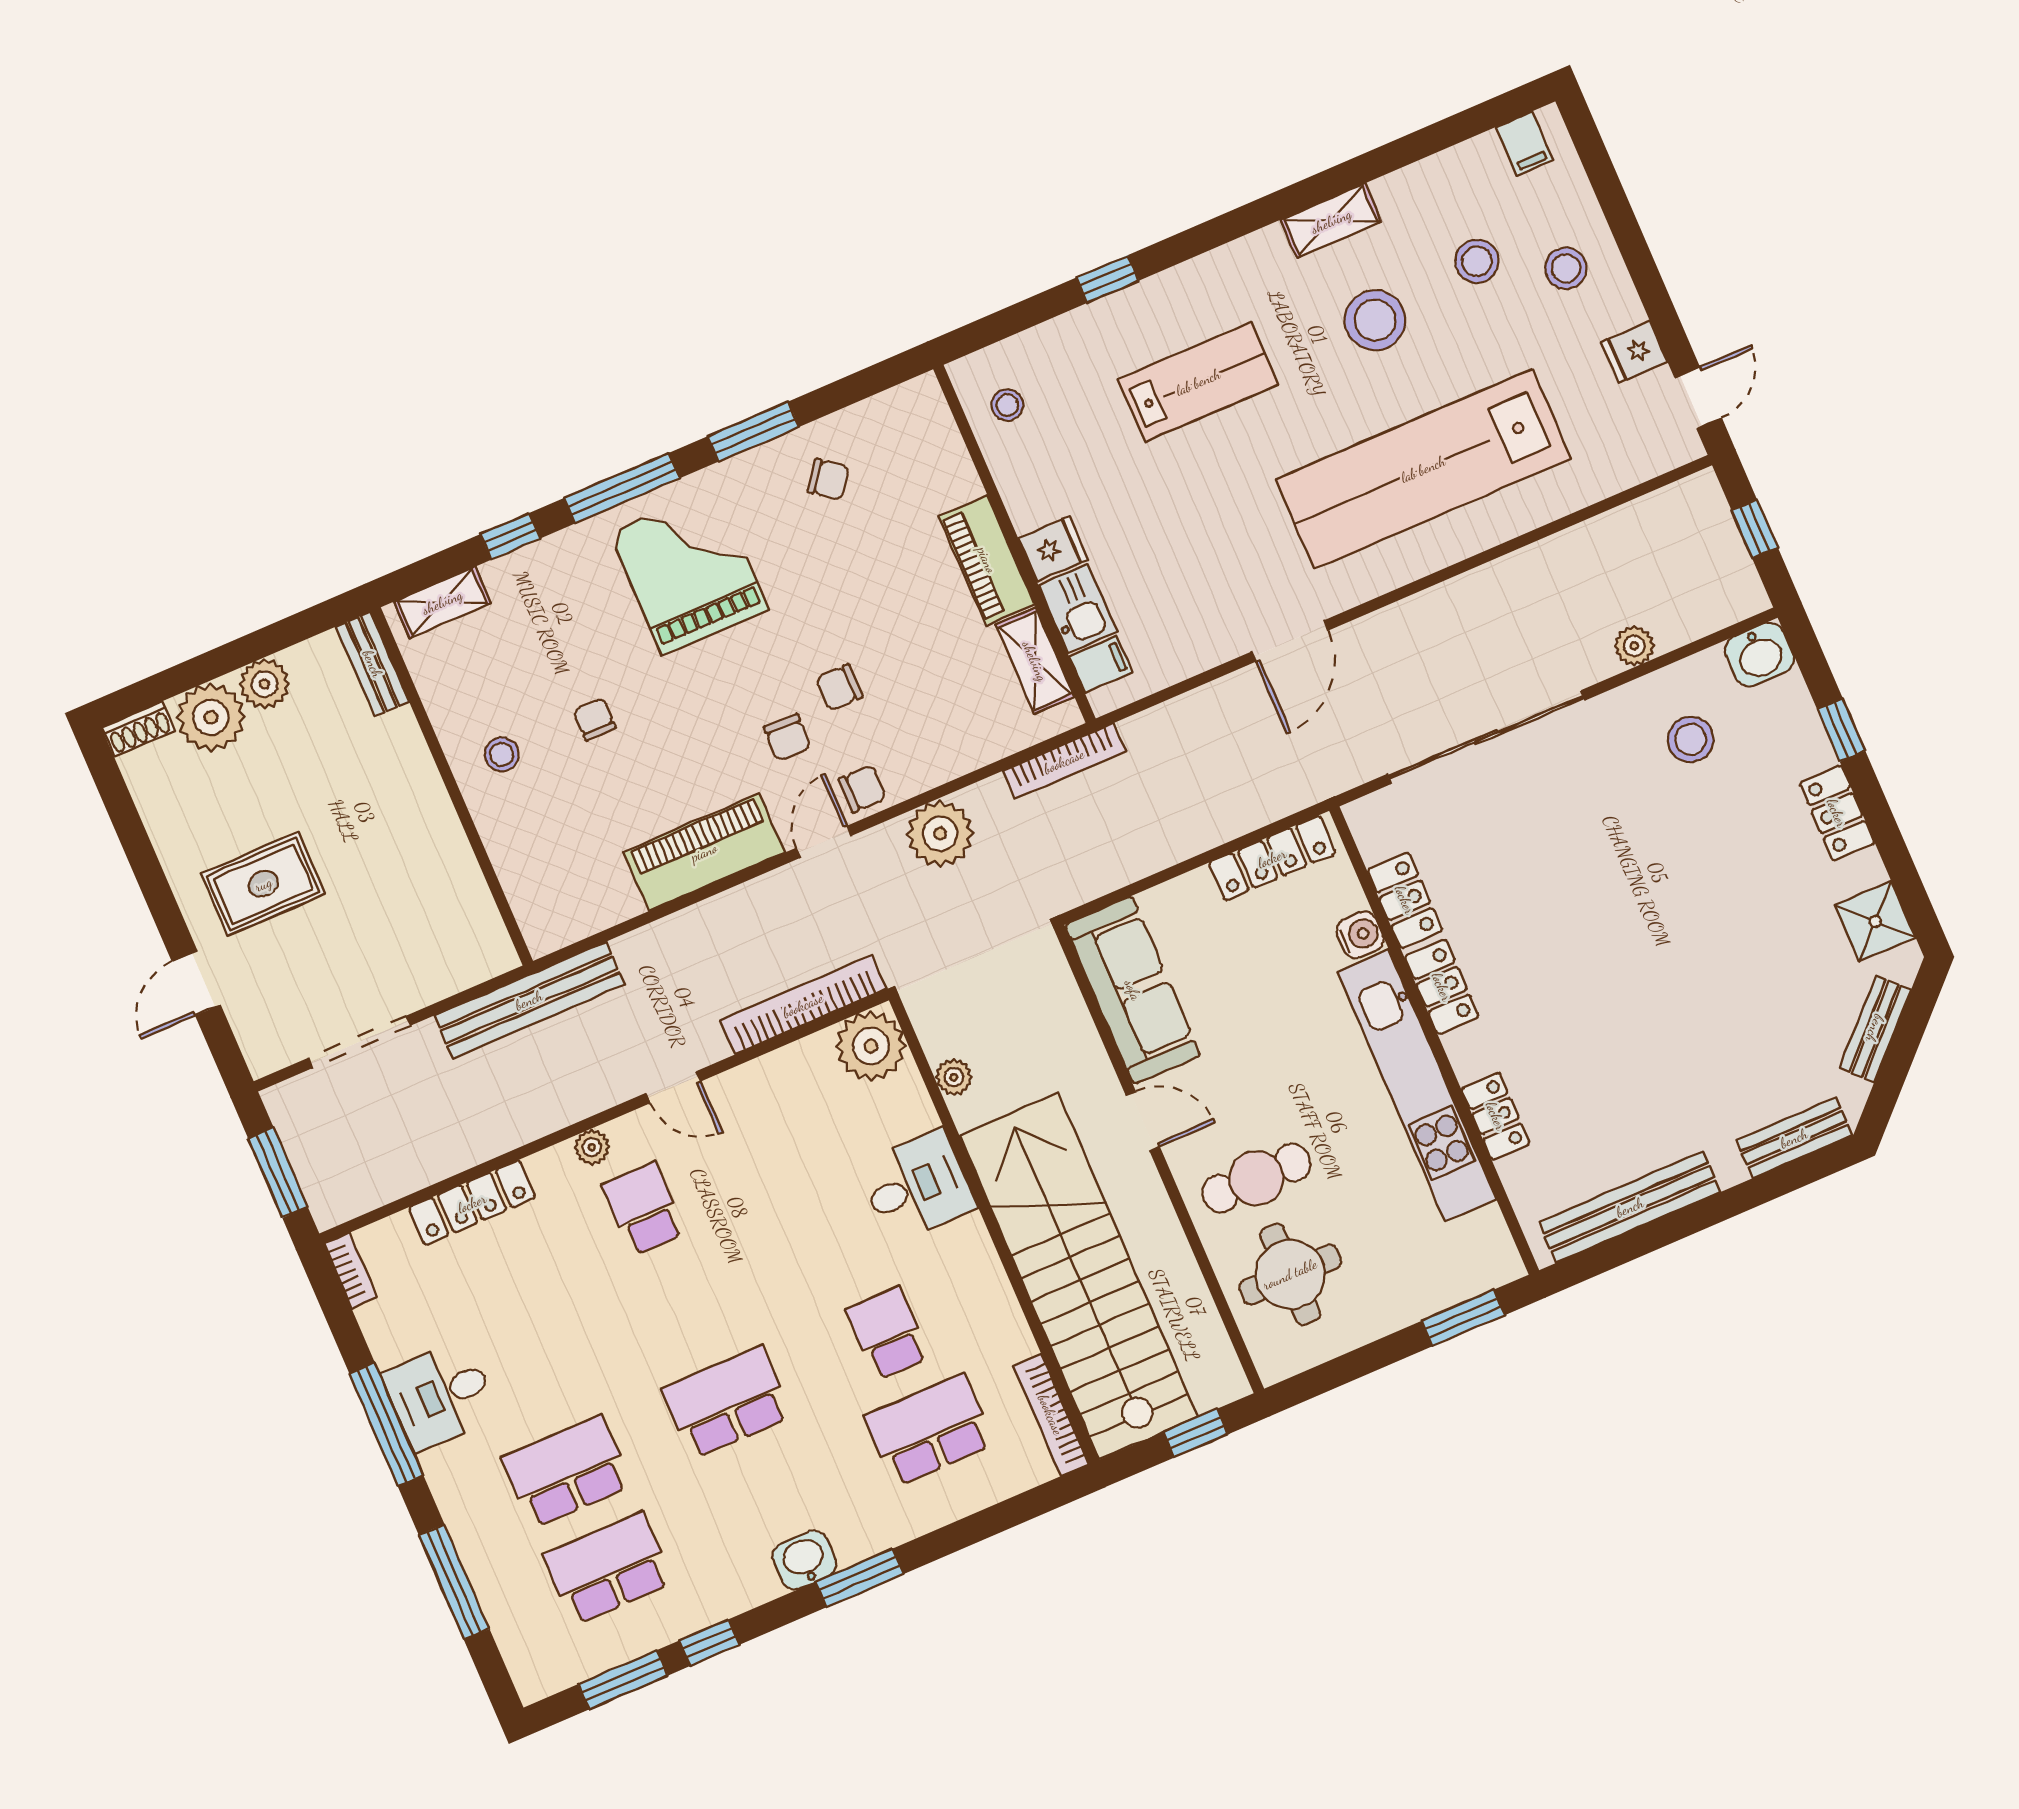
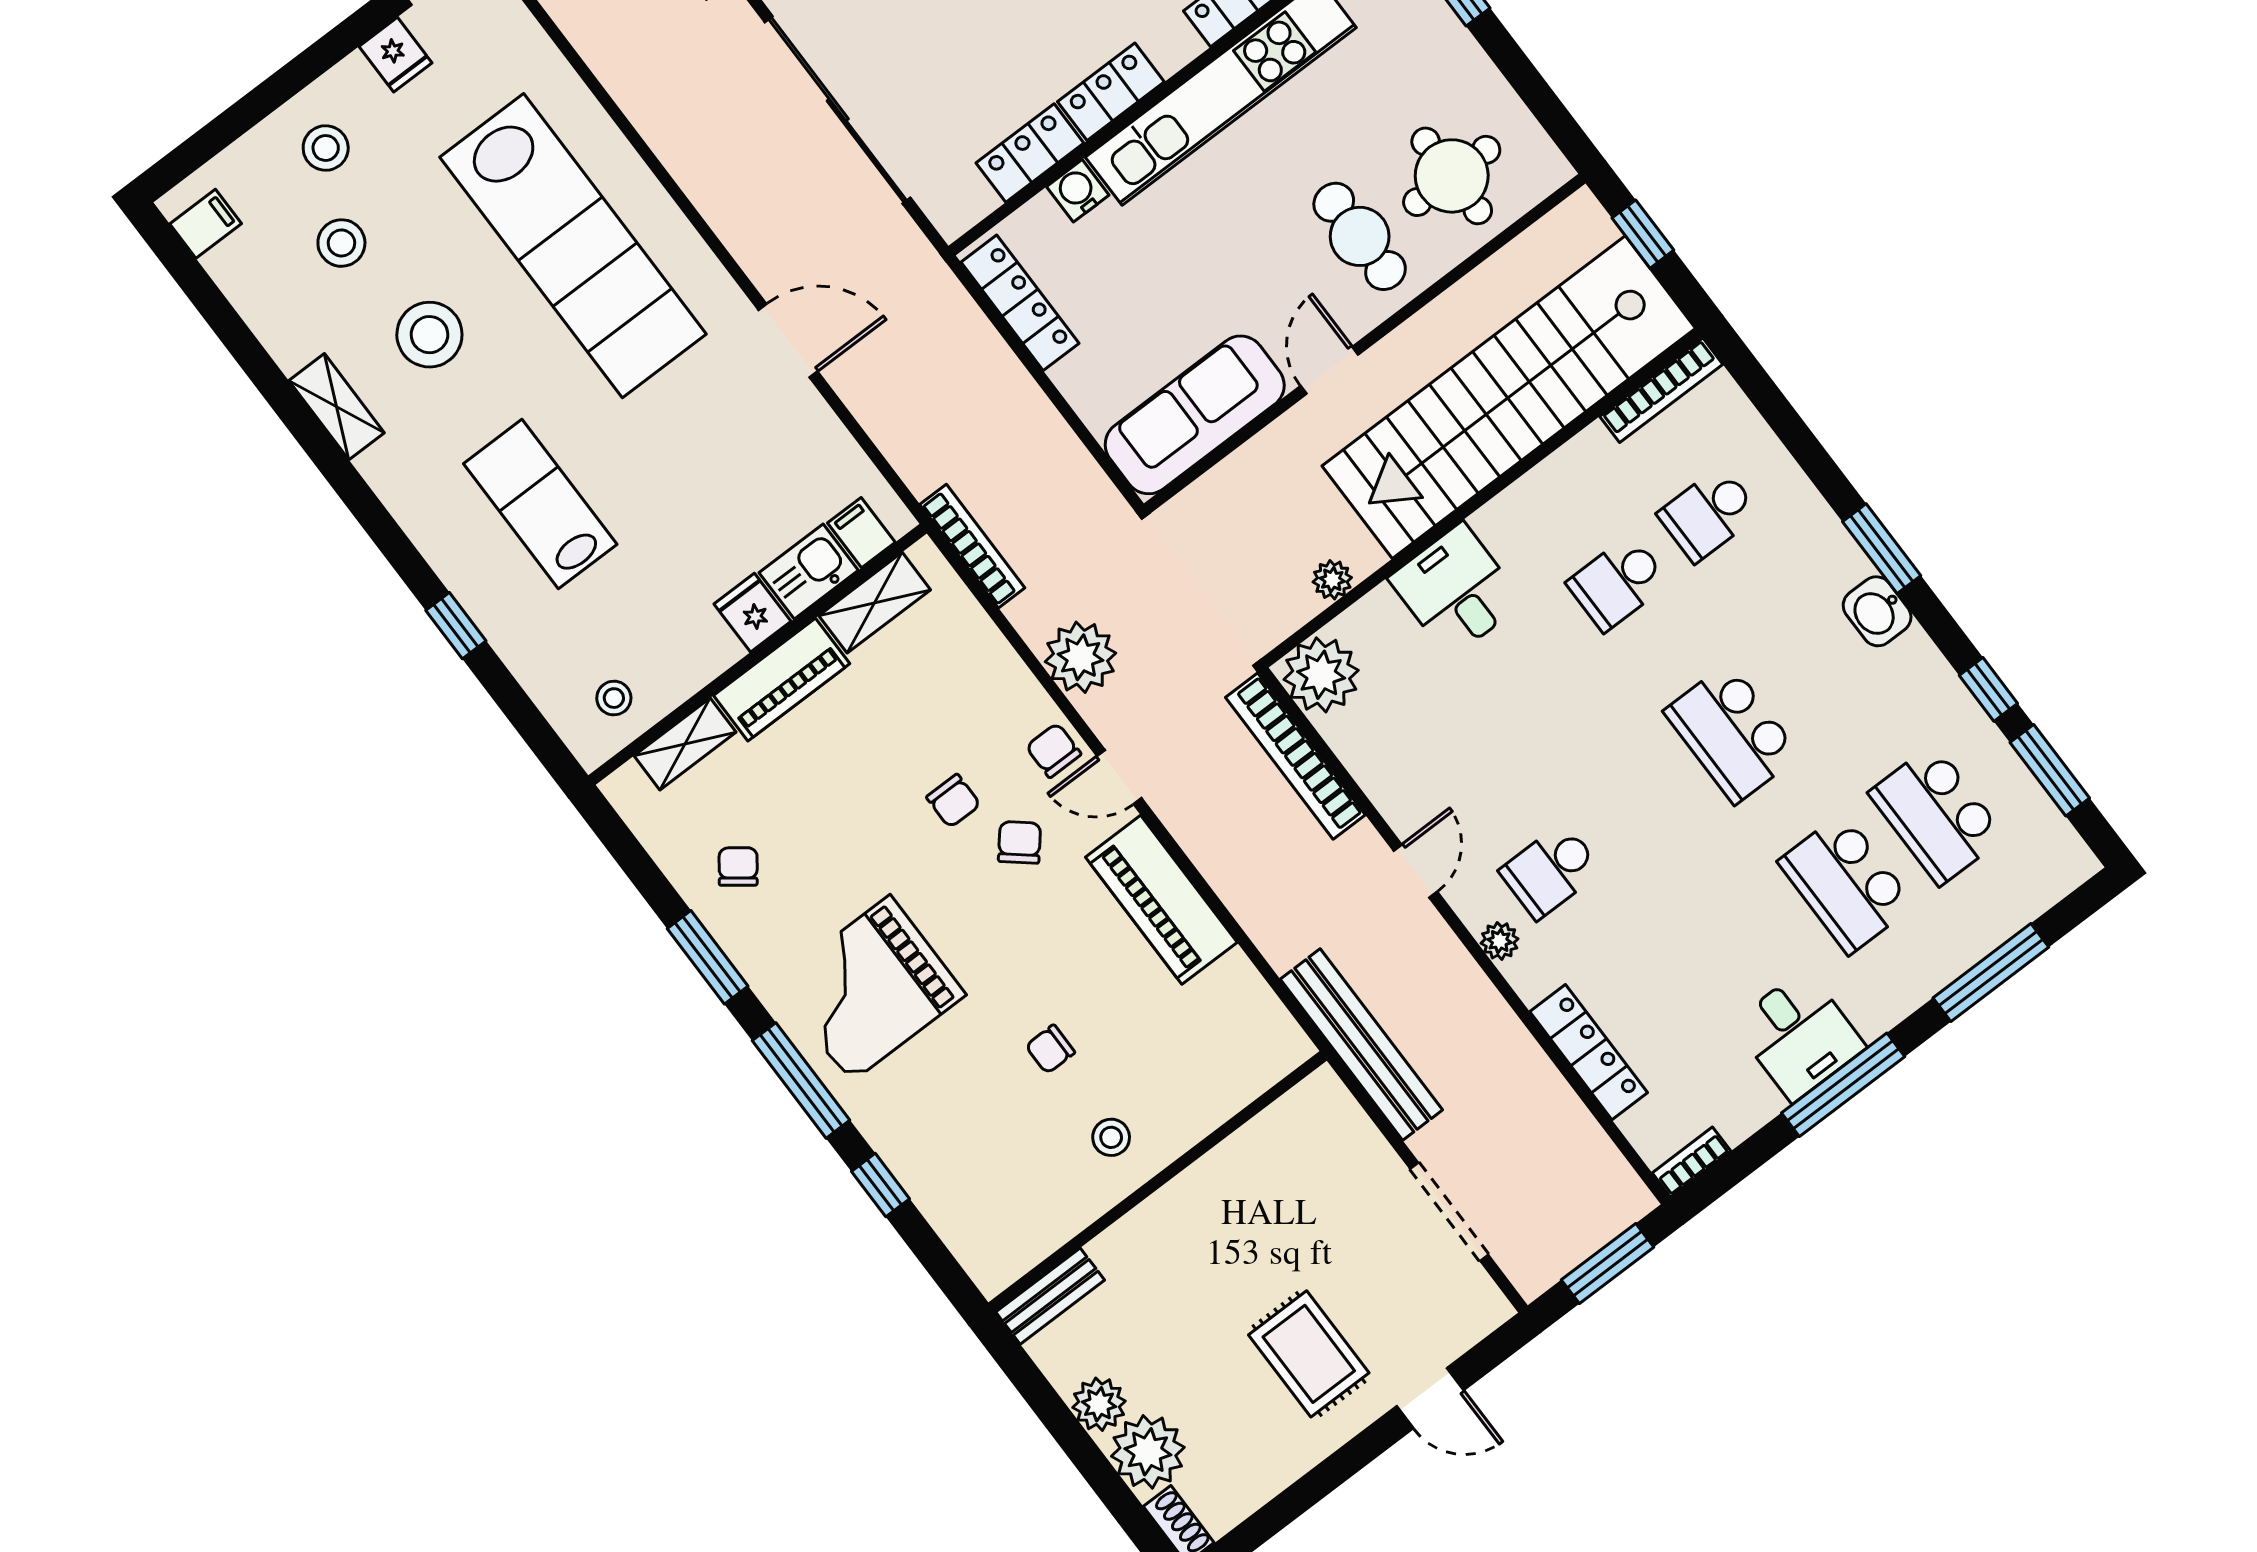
shelving: (442, 602) -> (685, 744), moved, turned 90
chair: (787, 738) -> (1019, 842), turned -52
school desk: (929, 1430) -> (1709, 514), width x0.54

